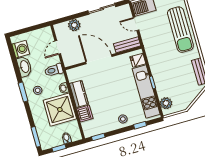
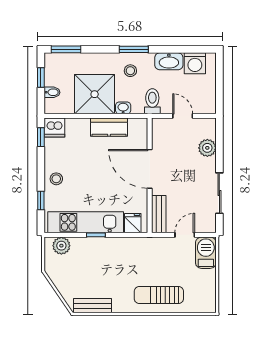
sun lounger: (180, 30) -> (159, 295), width x0.73, depth x0.75
door: (99, 59) -> (150, 169), swing flipped
dishwasher: (85, 114) -> (54, 128), moved

